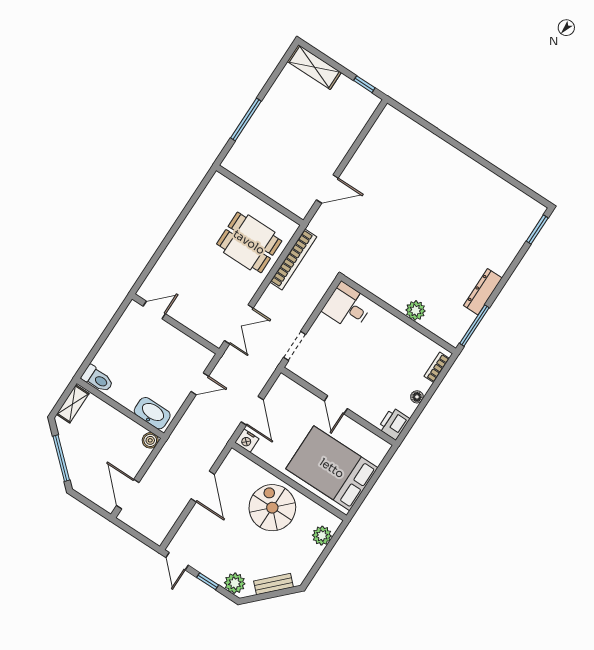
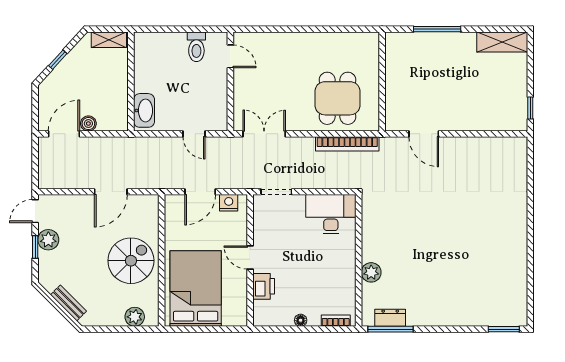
shelving: (314, 67) -> (502, 42), moved, turned 90
dresser: (483, 292) -> (390, 318), moved, width x0.70
desk: (348, 307) -> (331, 214), width x1.37
double door: (239, 324) -> (264, 134), swing flipped
toilet: (97, 379) -> (196, 47), moved
door: (336, 405) -> (250, 258), hinge flipped
printer: (394, 424) -> (264, 286), moved, turned 90
boiler: (150, 440) -> (88, 124), moved
nightstand: (247, 441) -> (229, 203), moved, turned 90
window: (61, 458) -> (58, 60), width x0.46
plant: (235, 583) -> (48, 240), moved

